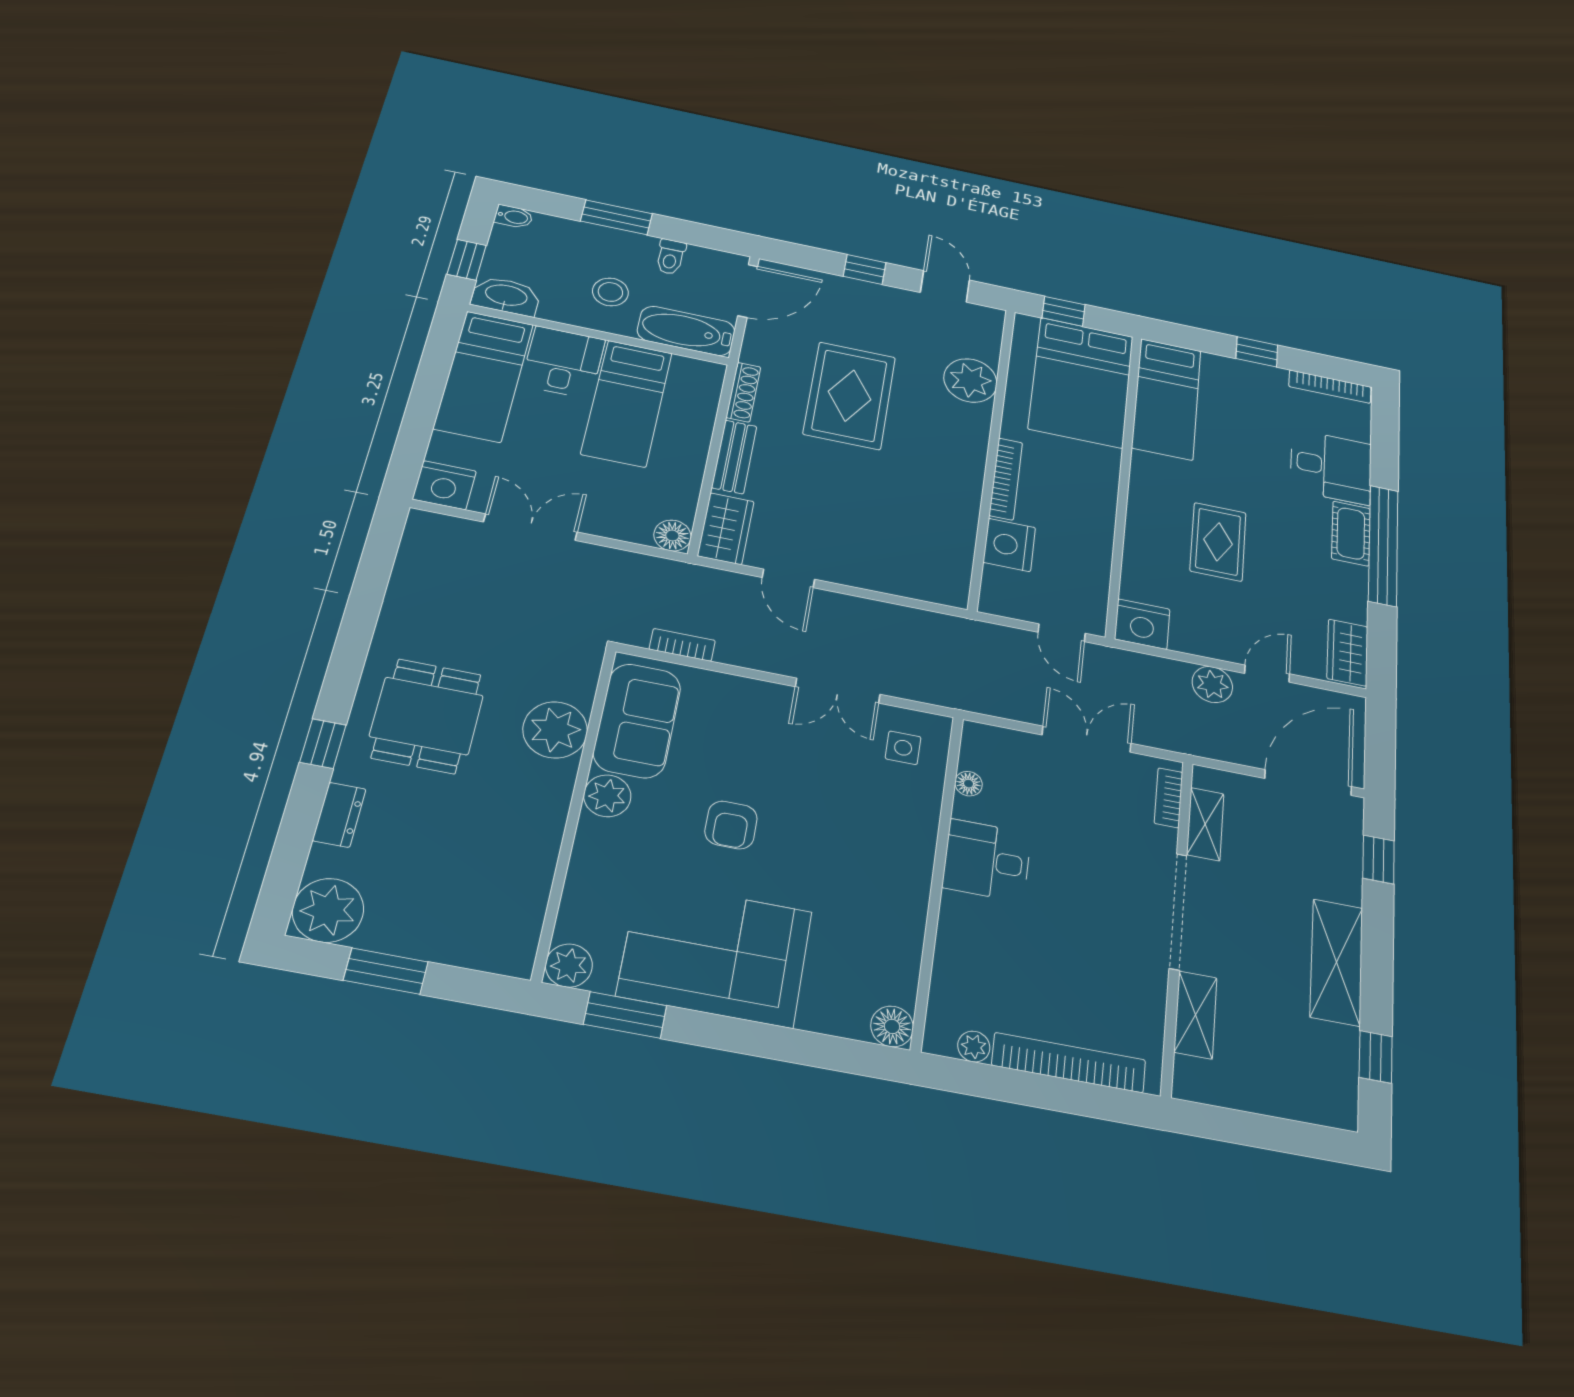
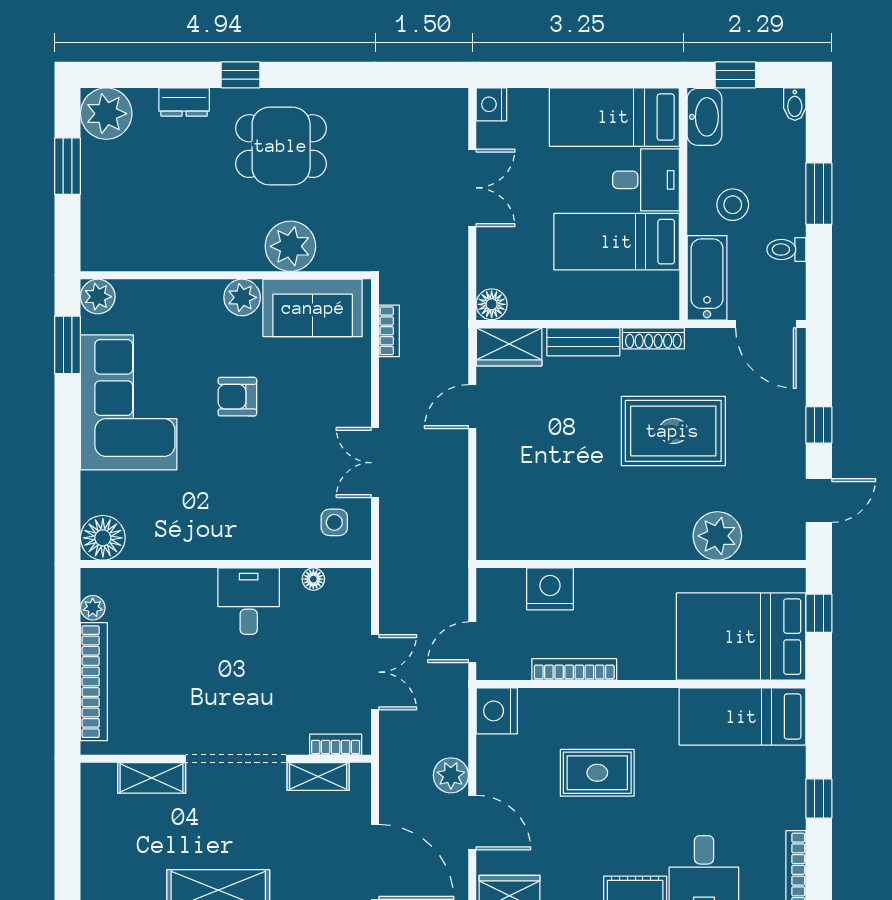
bookcase: (1006, 479) -> (574, 669), moved, turned 180
nightstand: (444, 485) -> (491, 104), width x0.74, depth x0.75
door: (1267, 674) -> (472, 823), width x1.38
floor lamp: (892, 1026) -> (103, 538), width x1.38, depth x1.38

